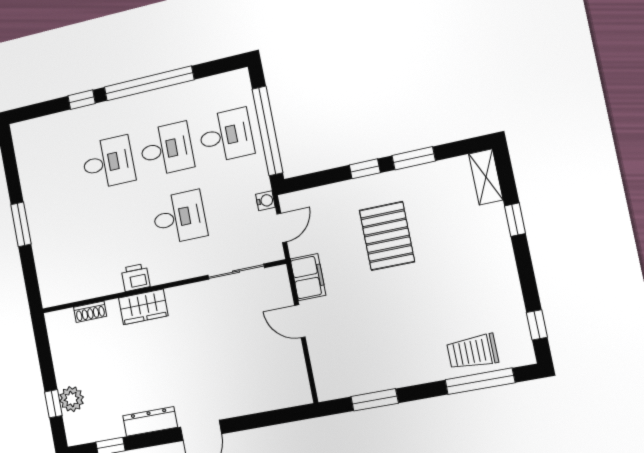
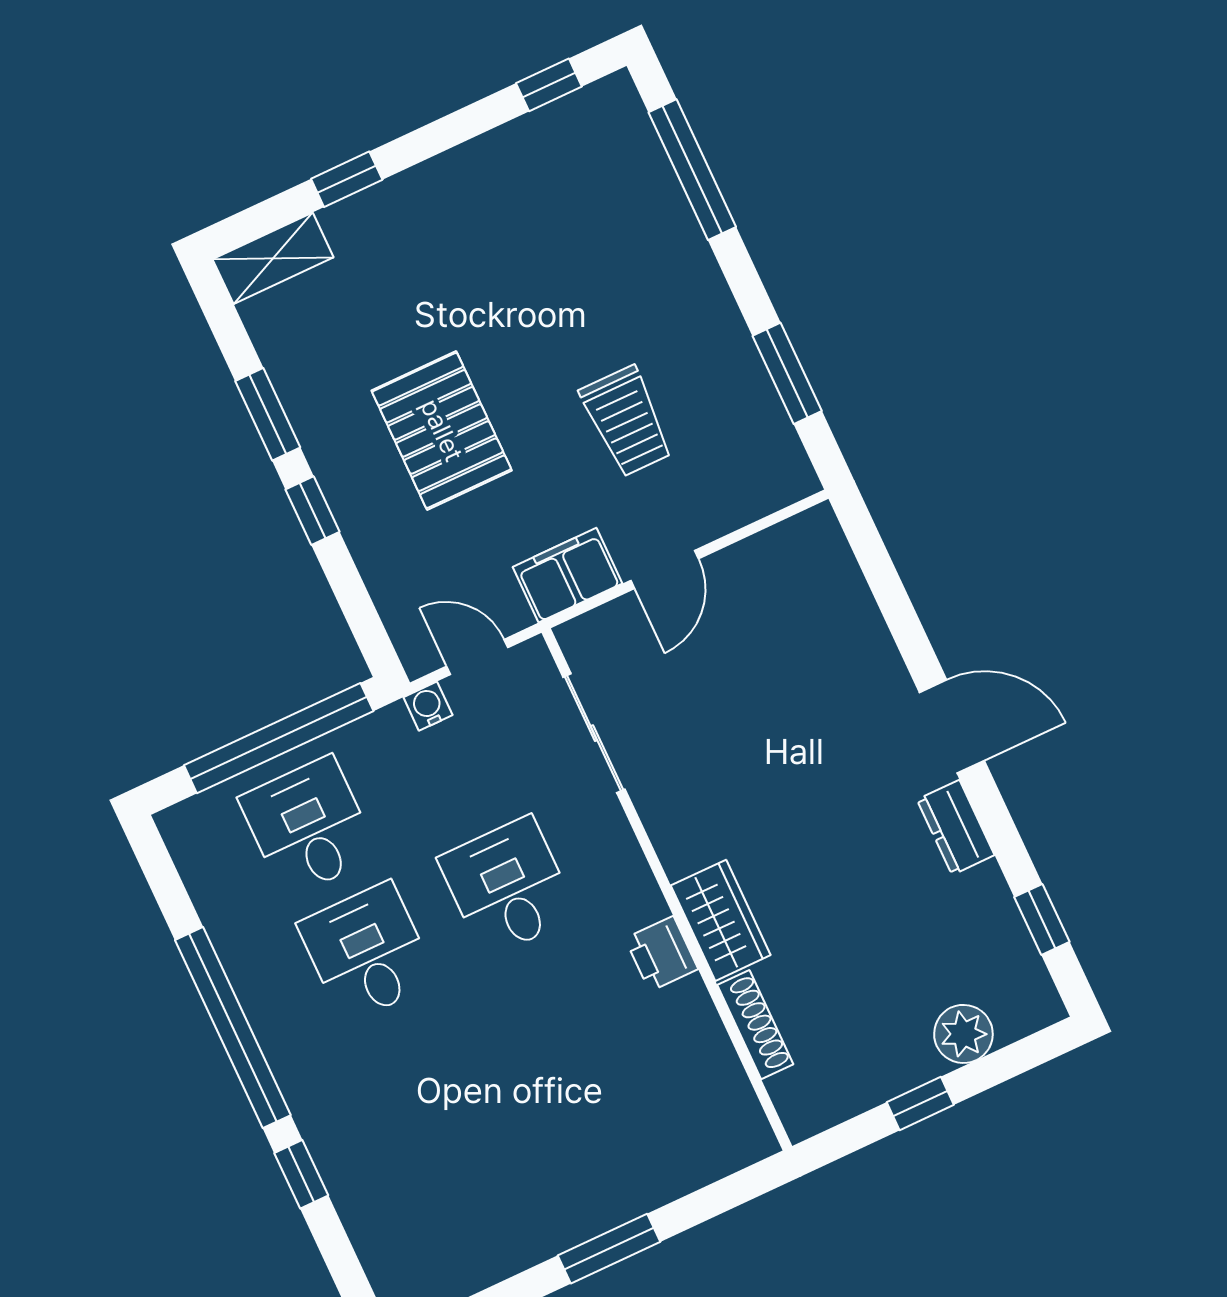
desk: (108, 163) -> (426, 1078), removed
pallet: (387, 236) -> (442, 430), turned 90
shoe rack: (90, 312) -> (755, 1025), width x1.43
trolley: (473, 352) -> (627, 421), moved
window: (53, 404) -> (920, 1104), moved
dresser: (150, 421) -> (956, 827), width x0.70

